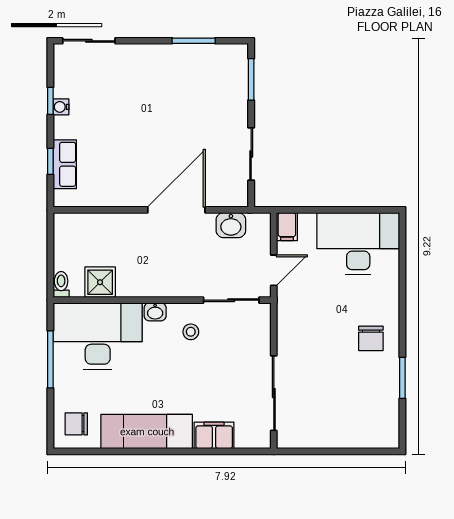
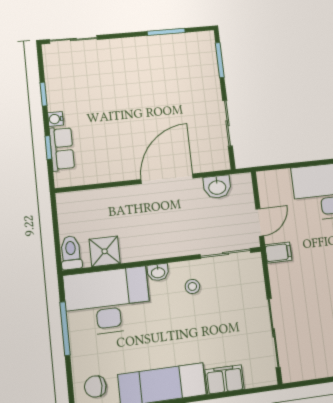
water cooler: (61, 107) -> (56, 119), moved
filing cabinet: (287, 227) -> (278, 253), moved, turned -90
toilet: (61, 284) -> (71, 253), width x1.37, depth x1.39

